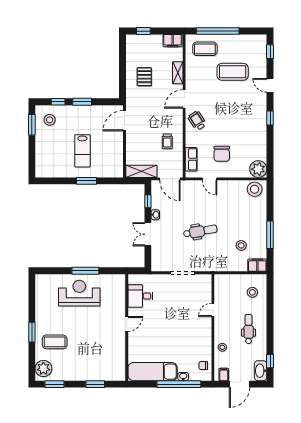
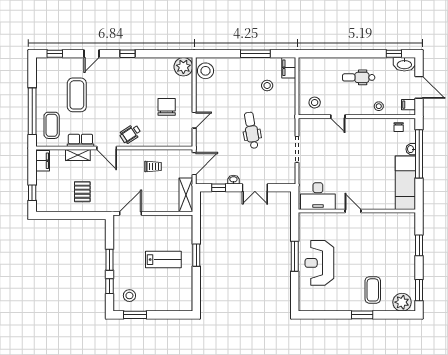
pallet: (144, 77) -> (82, 192), turned 90
door: (124, 121) -> (130, 213), swing flipped
chair: (222, 154) -> (167, 107), turned -90
row of seats: (191, 159) -> (80, 140), moved
stool: (252, 292) -> (315, 103), moved
desk: (140, 296) -> (318, 196), width x1.37

